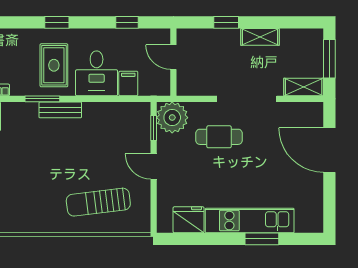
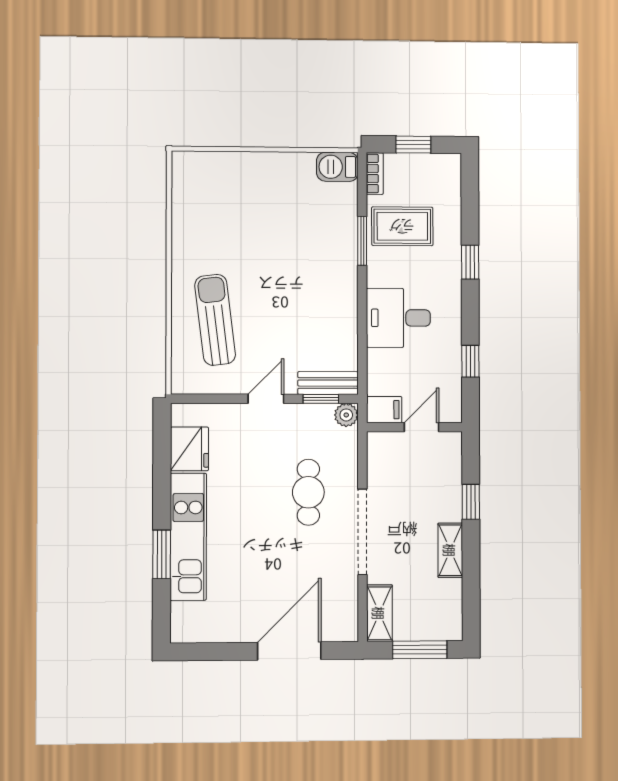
rug: (54, 65) -> (402, 226), moved
filing cabinet: (128, 83) -> (384, 410), moved
bench: (60, 110) -> (328, 383), moved, turned 90
plant: (172, 118) -> (346, 415), width x0.53, depth x0.53

